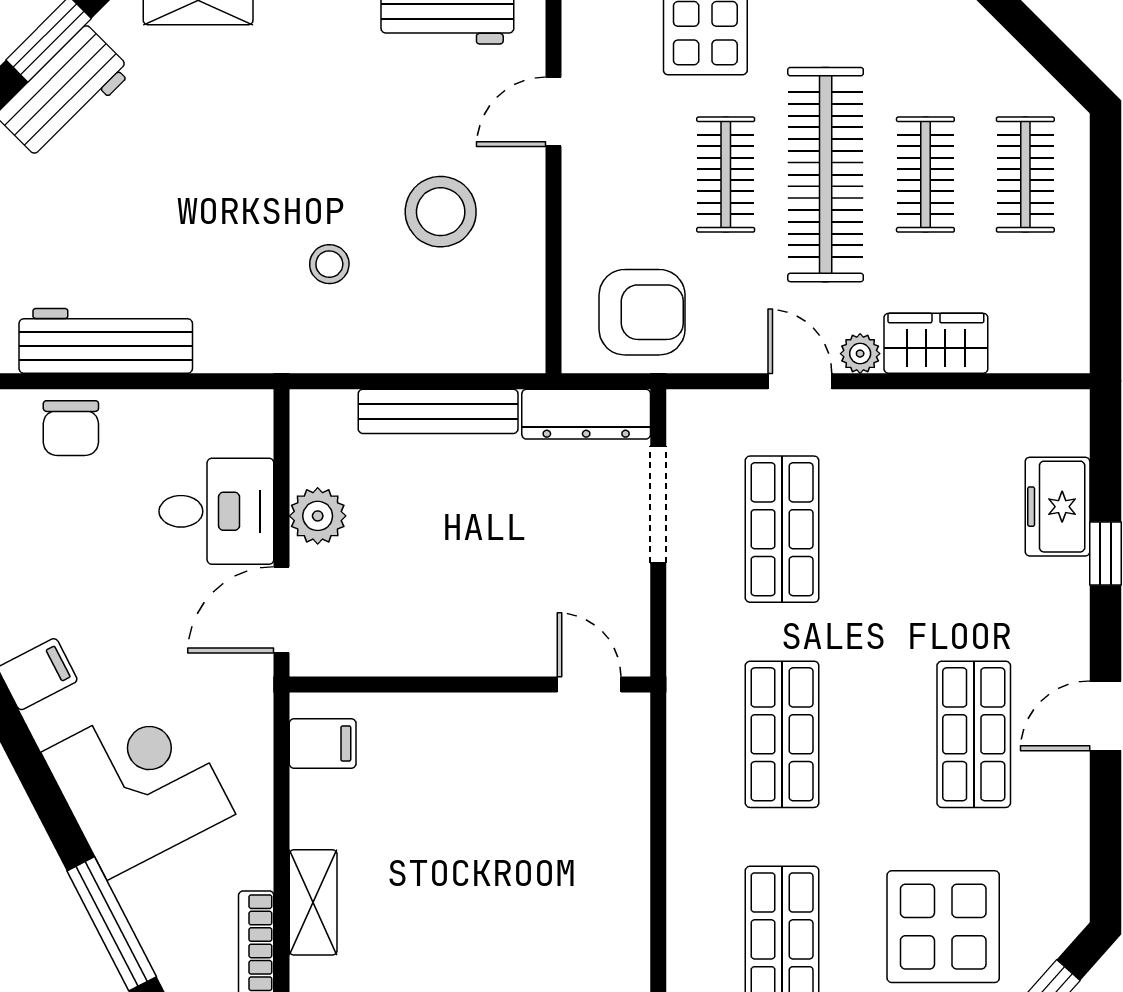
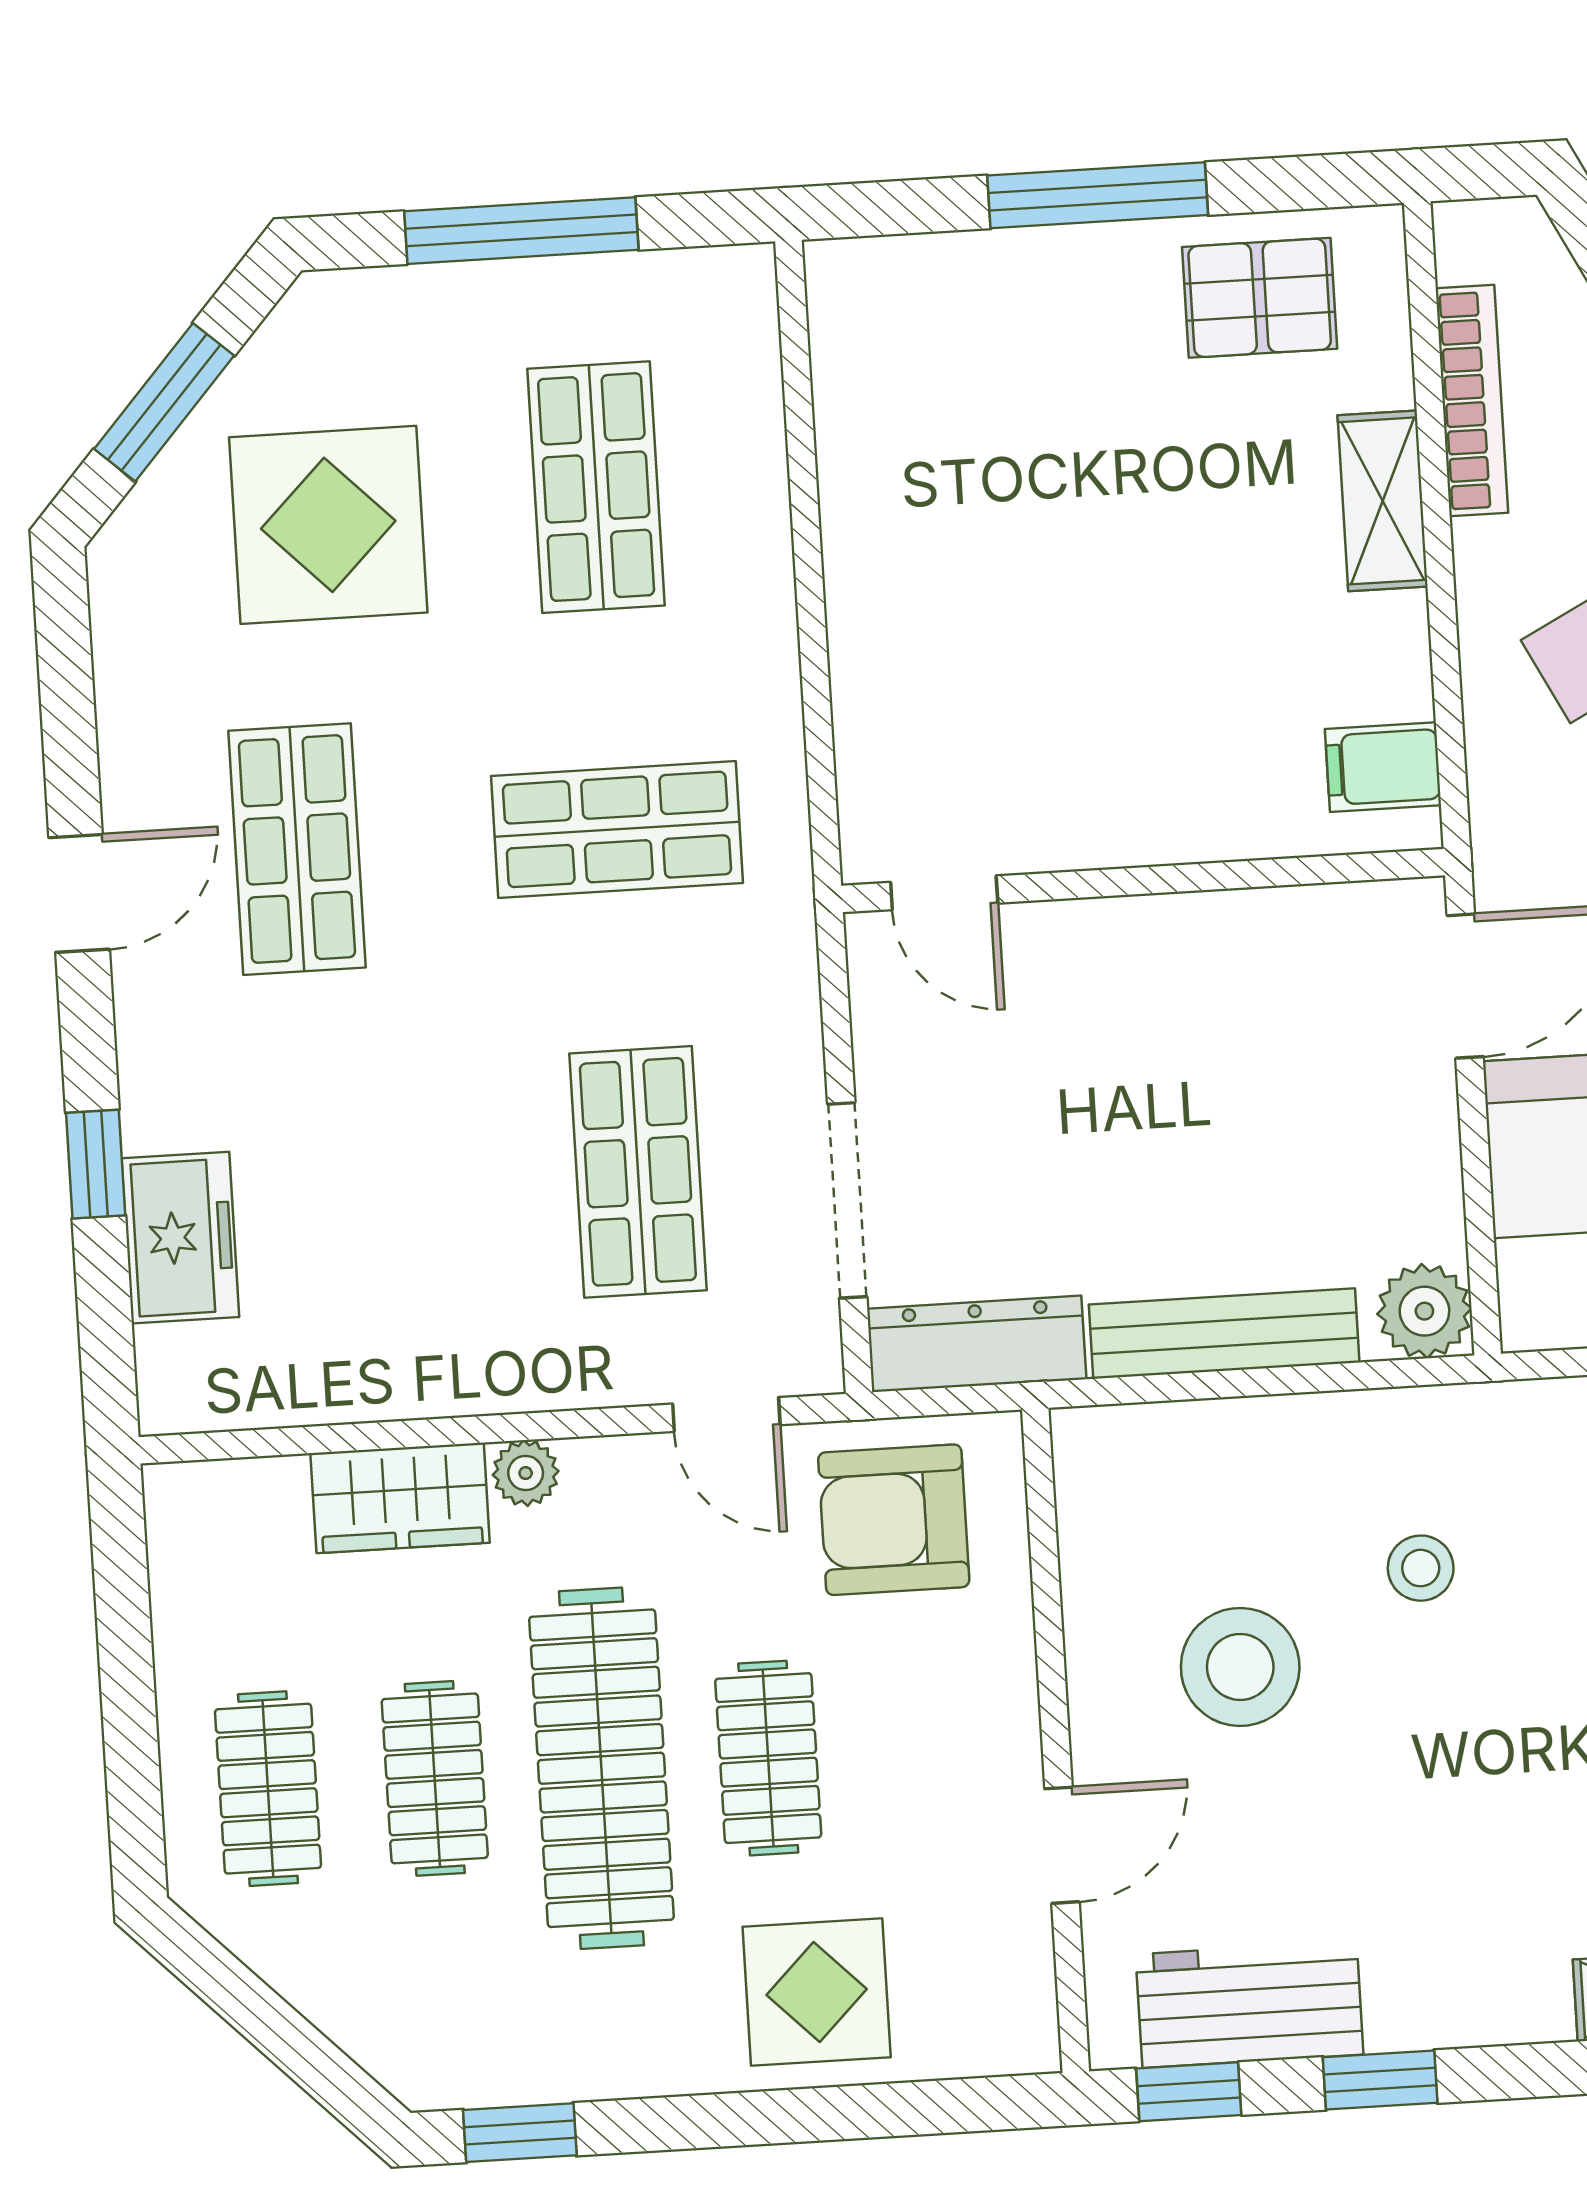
door: (800, 381) -> (726, 1414), moved
plant: (318, 516) -> (1424, 1311), moved
shop shelf: (782, 734) -> (617, 829), turned 90

